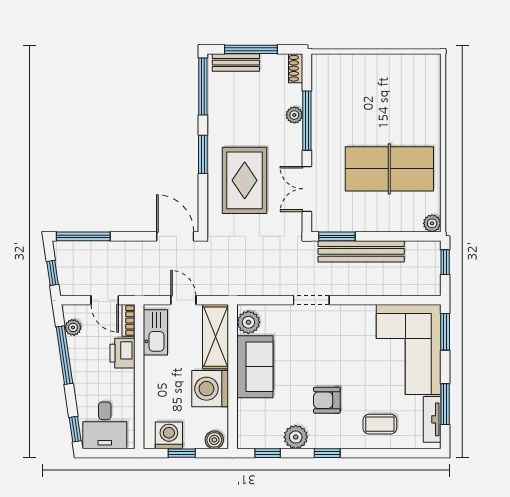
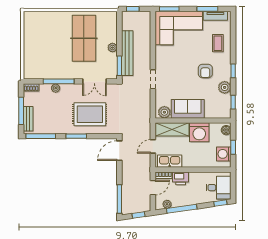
plant: (432, 223) -> (112, 48), moved

